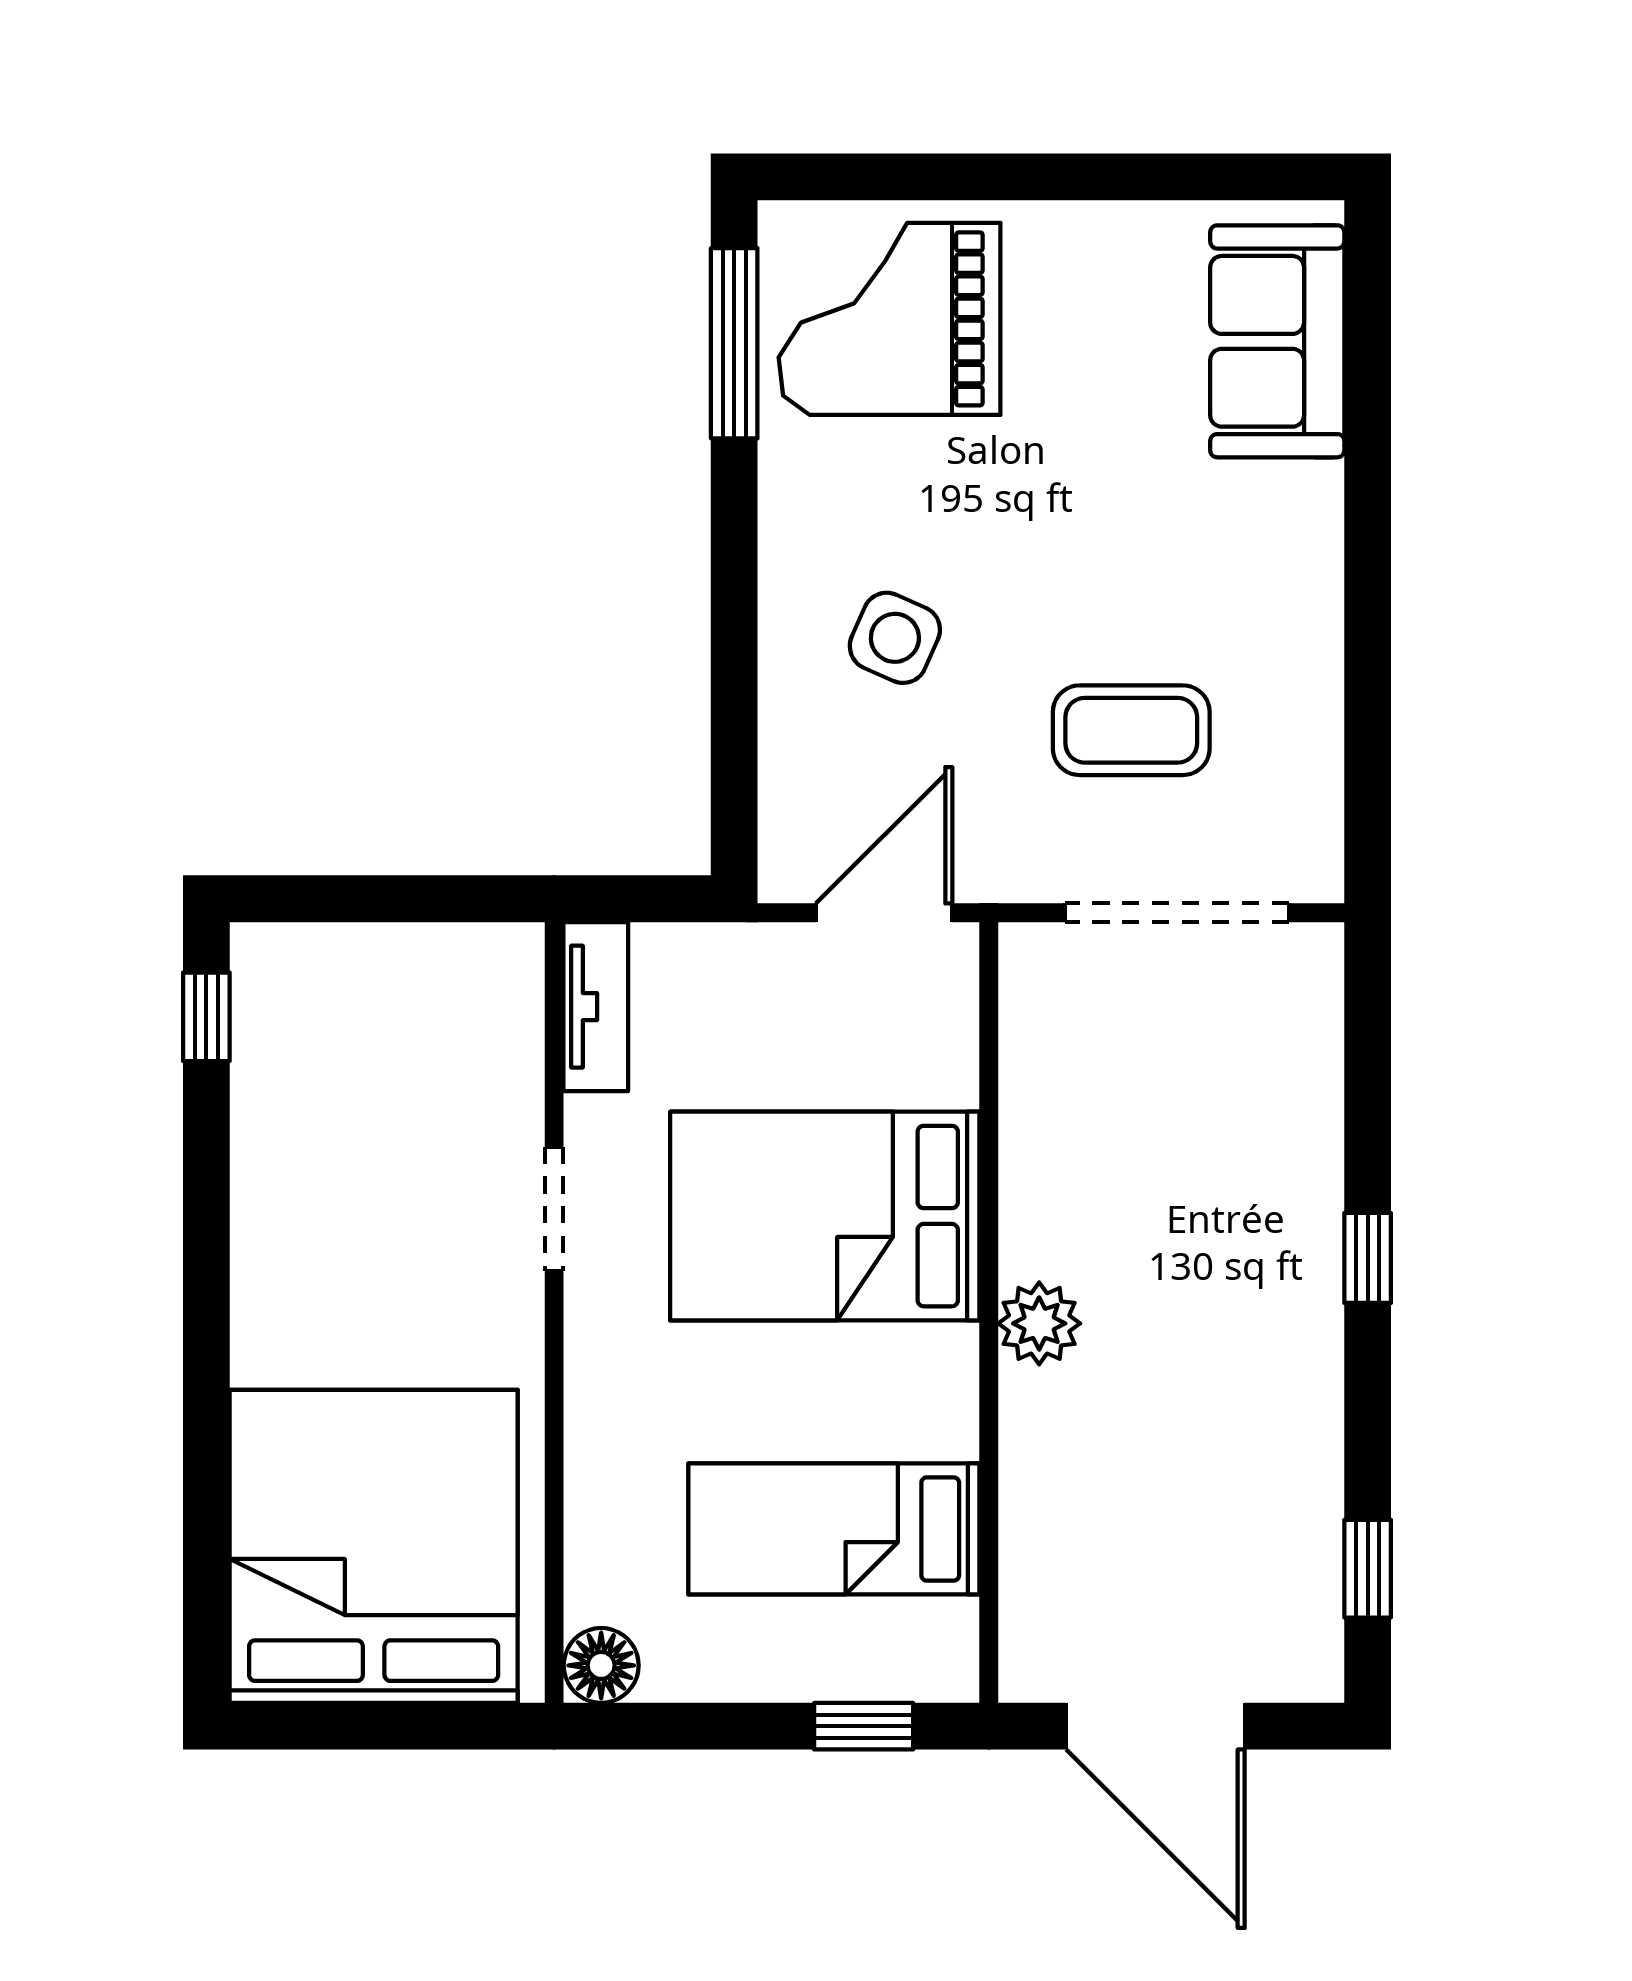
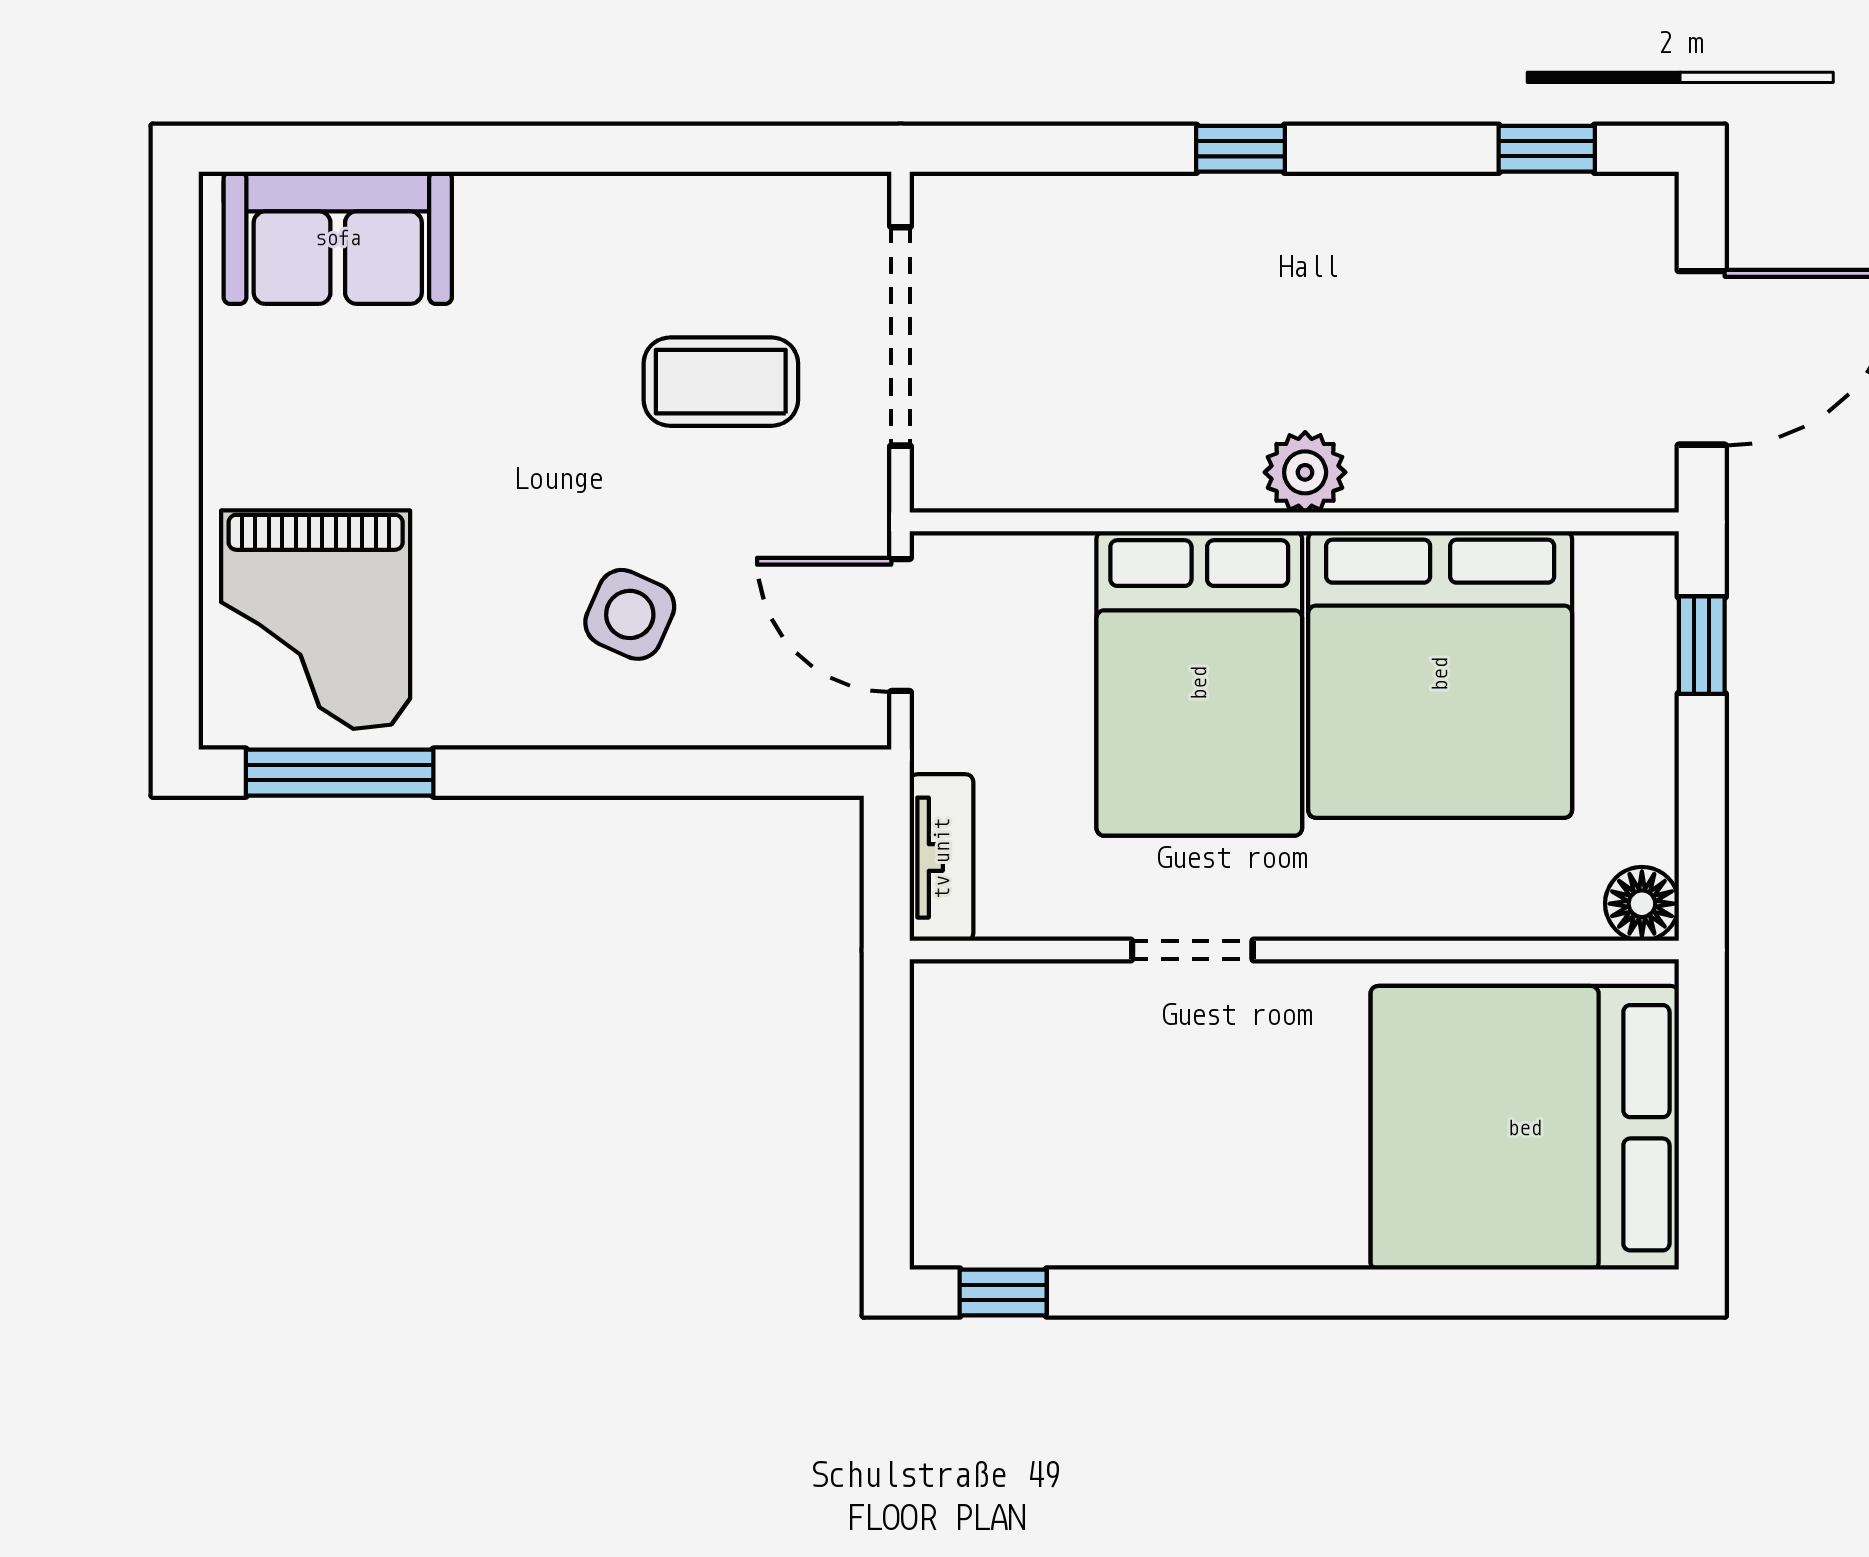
coffee table: (1131, 730) -> (721, 382), turned 90
tv unit: (596, 1007) -> (942, 858), moved, turned 90
bed: (834, 1529) -> (1440, 674), width x2.04

